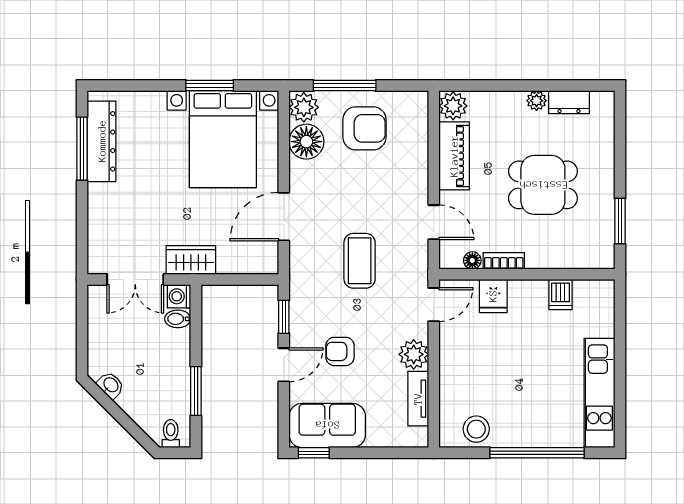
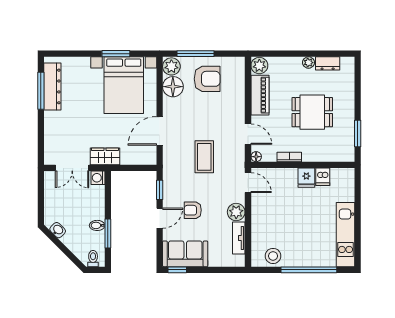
floor lamp: (472, 260) -> (256, 157), moved
fridge: (493, 296) -> (306, 178), moved
door: (434, 305) -> (248, 183), hinge flipped
bidet: (178, 319) -> (97, 225), moved

